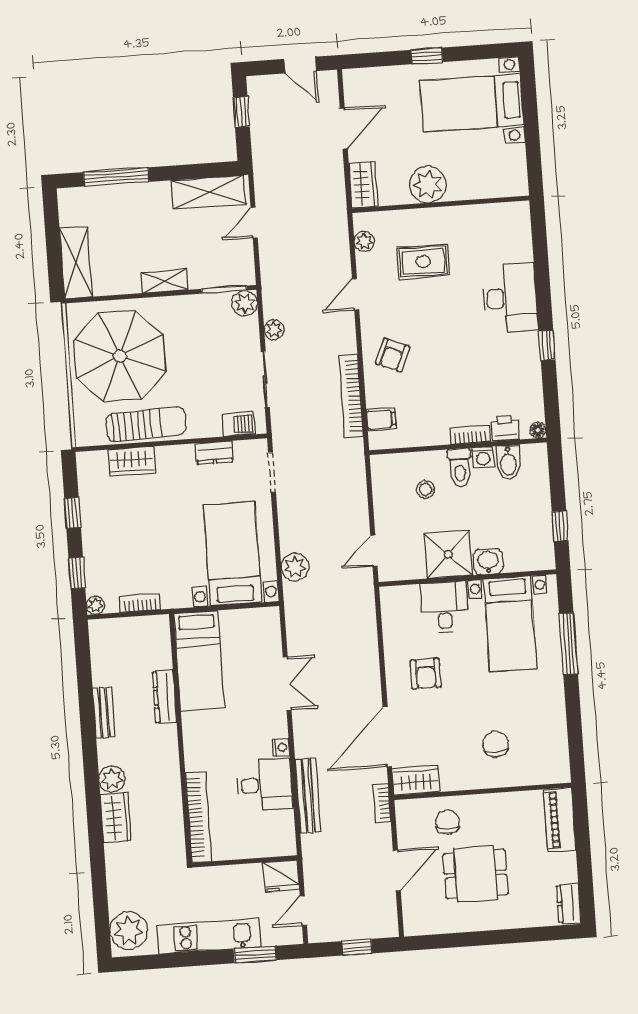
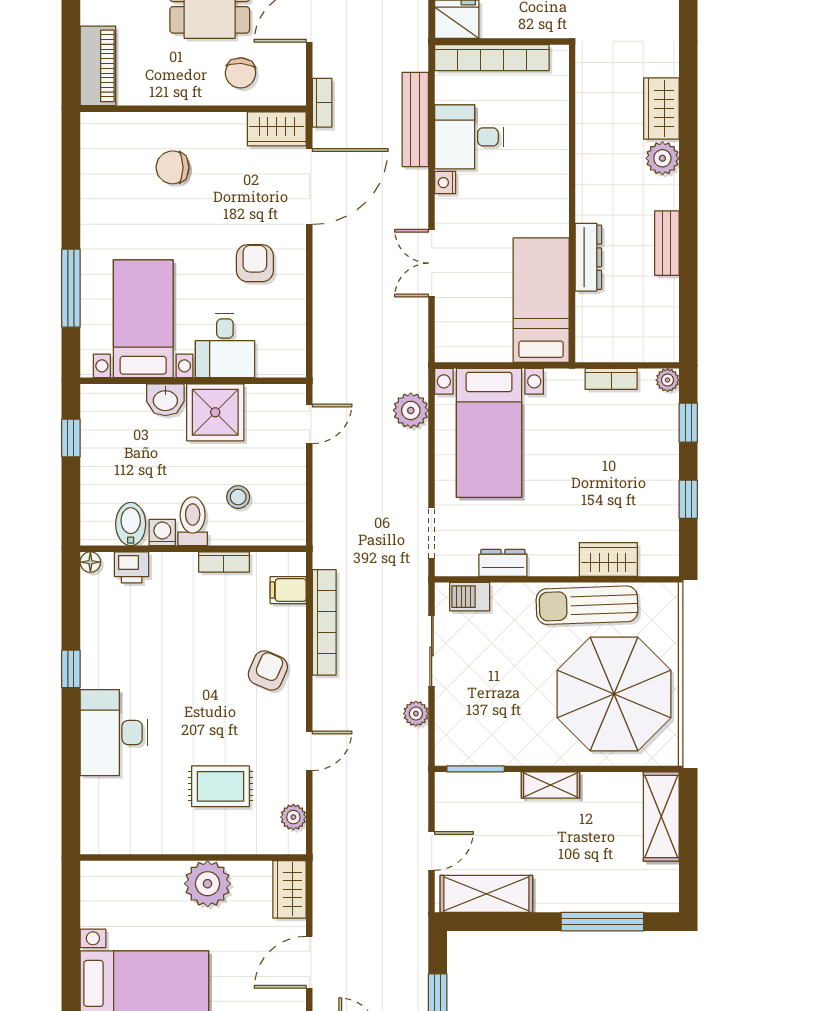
plant: (245, 303) -> (451, 749), removed
bookcase: (470, 435) -> (224, 562), moved
chair: (495, 744) -> (173, 167), turned 90
bookcase: (199, 817) -> (492, 58), moved, turned -90

